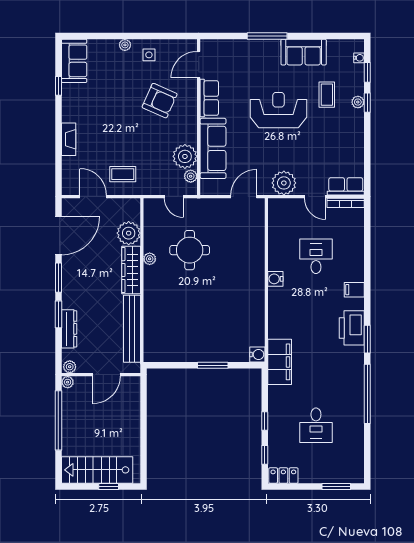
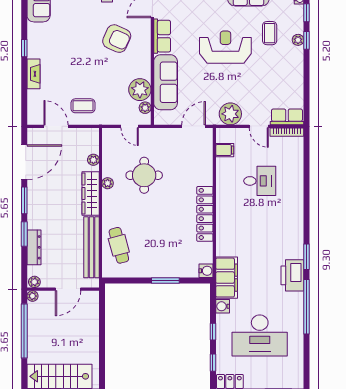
window: (58, 86) -> (24, 48), moved
plant: (129, 233) -> (93, 160), width x0.53, depth x0.53
desk: (316, 256) -> (260, 181), turned 90
water cooler: (275, 279) -> (223, 306), moved
filing cabinet: (354, 290) -> (225, 150), moved, turned 180
locker: (256, 292) -> (205, 214), added
cafe table: (162, 327) -> (119, 245), added
printer: (352, 328) -> (292, 275), moved
desk: (316, 425) -> (260, 335), width x1.87, depth x1.30

